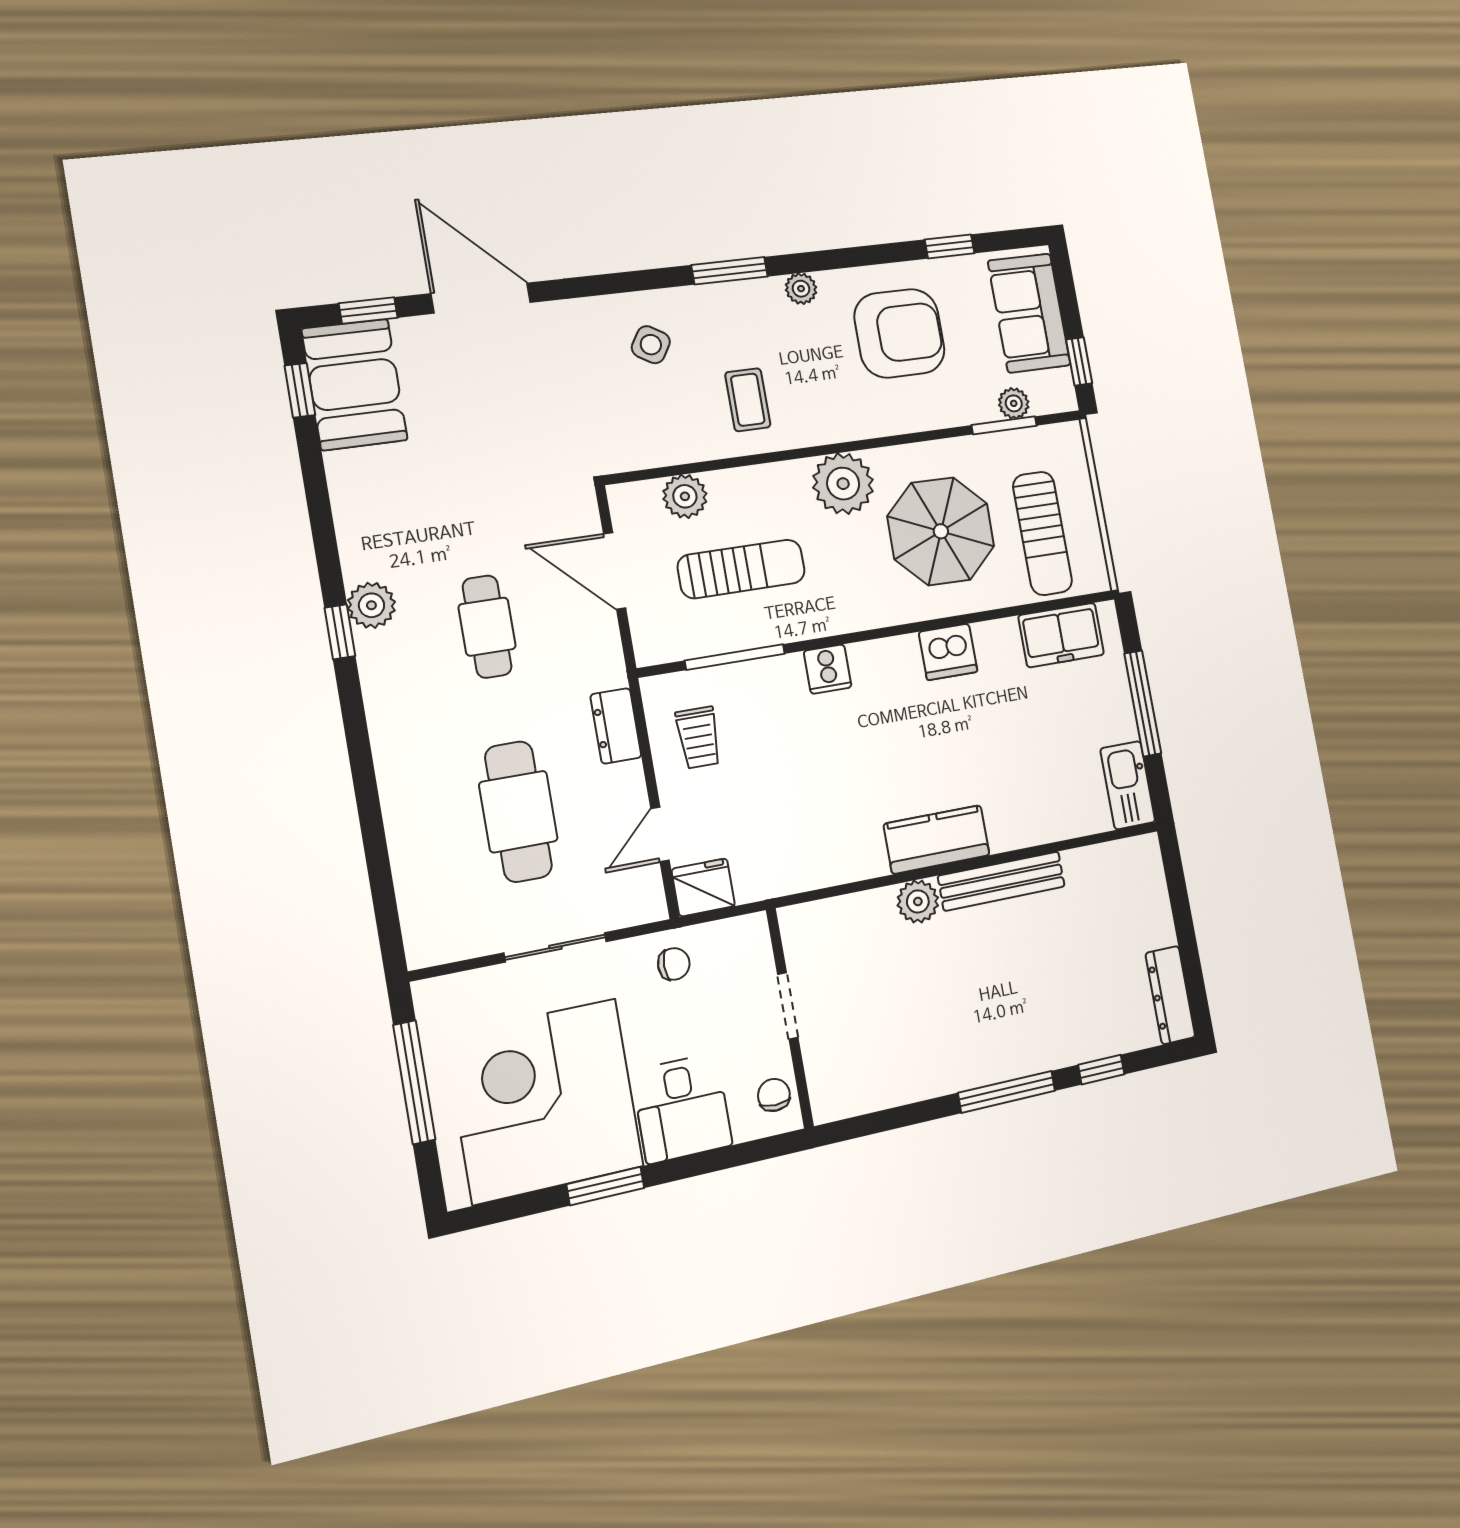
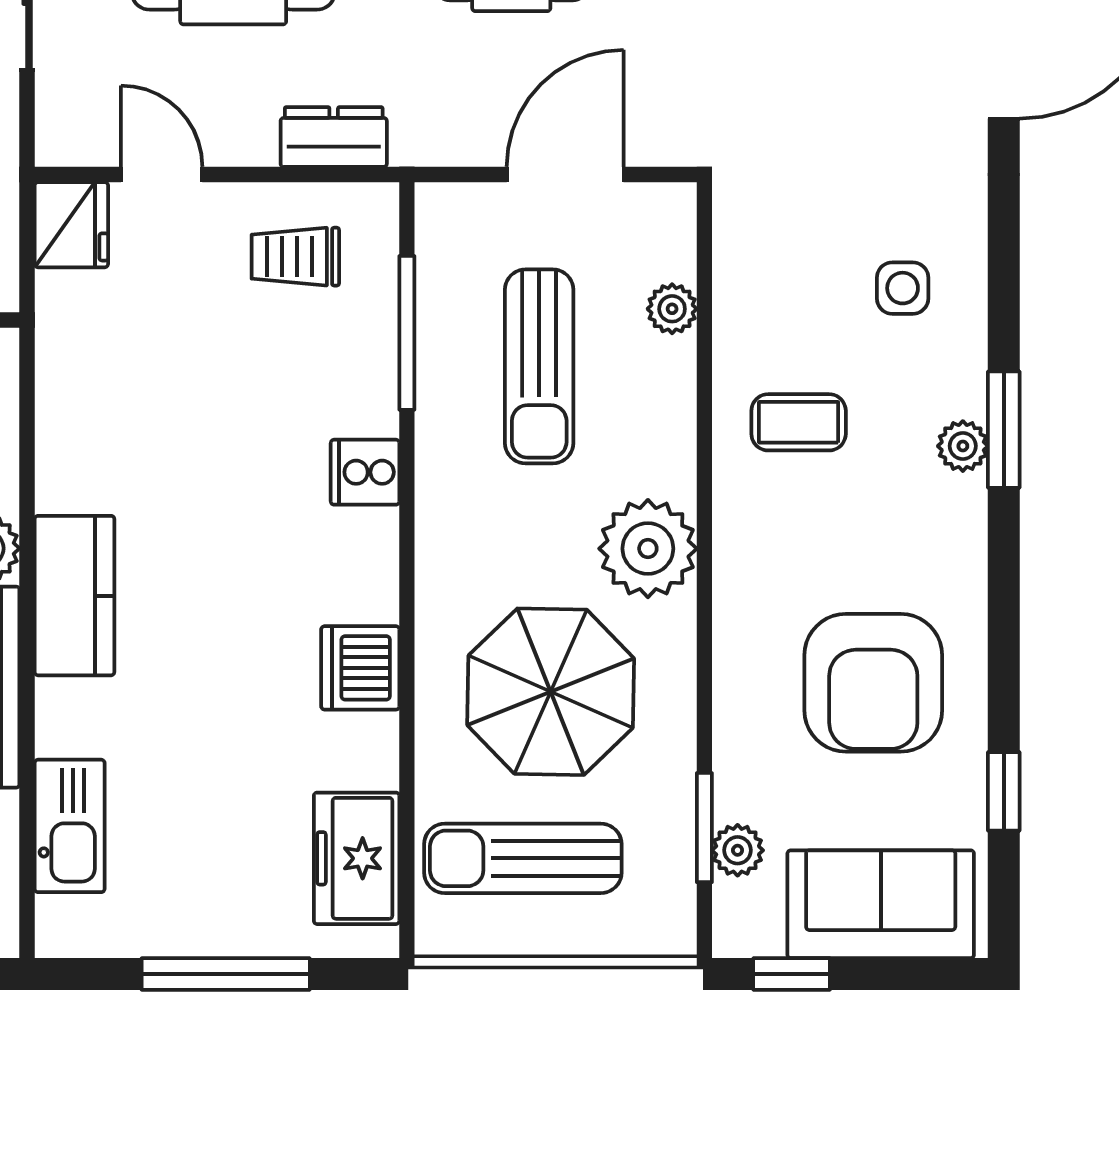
plant: (801, 289) -> (963, 446), moved
side table: (651, 345) -> (903, 288), turned -32
plant: (685, 496) -> (672, 309), width x0.73, depth x0.73
kitchen sink: (1128, 785) -> (70, 826), moved, turned 90

